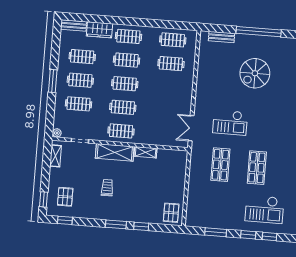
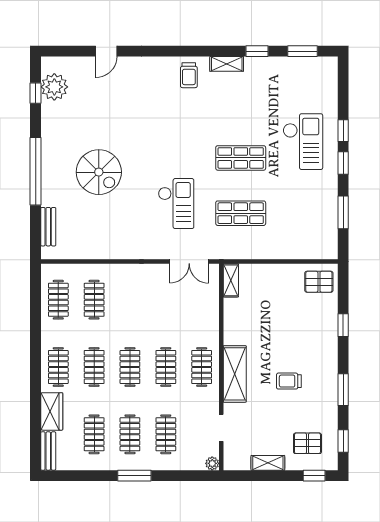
shelving: (146, 152) -> (231, 280), moved
shelving: (55, 156) -> (268, 463), moved
window: (116, 224) -> (343, 390), moved

